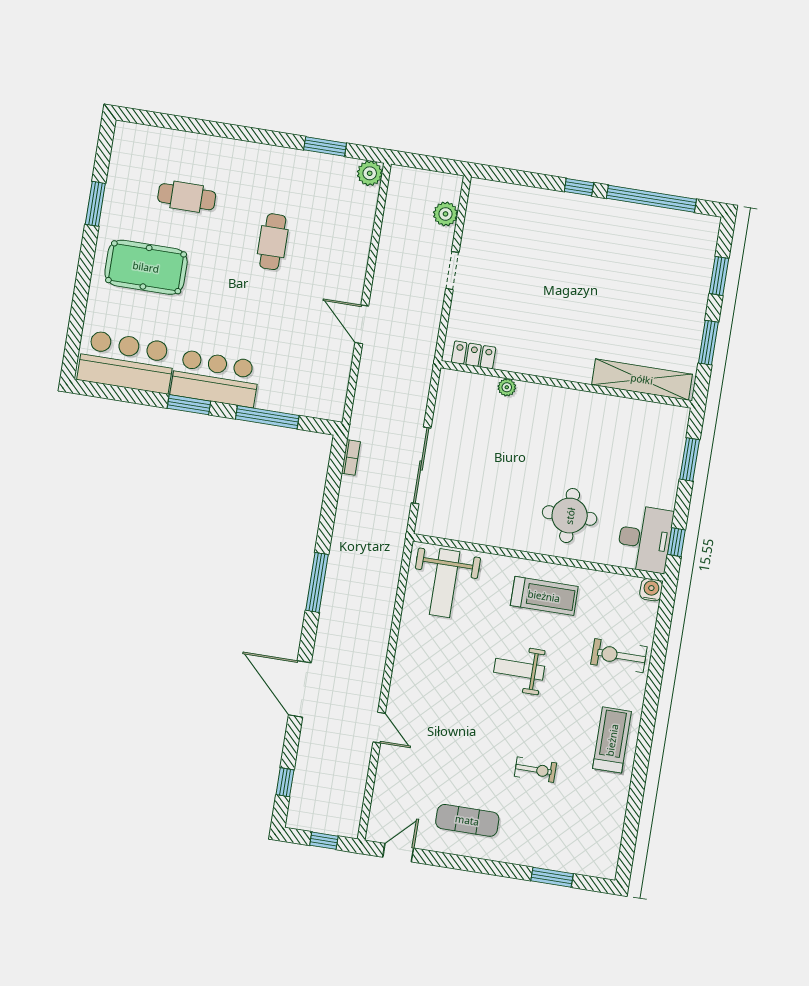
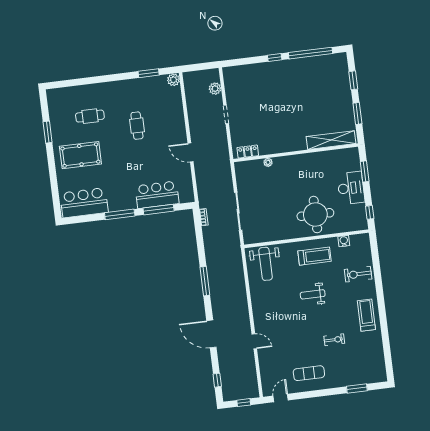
bar counter: (215, 378) -> (157, 195), moved
window: (189, 405) -> (120, 214), width x1.44
round table: (570, 516) -> (315, 215), width x1.36, depth x1.36
desk: (645, 539) -> (351, 188), moved
water cooler: (651, 590) -> (344, 241), moved

